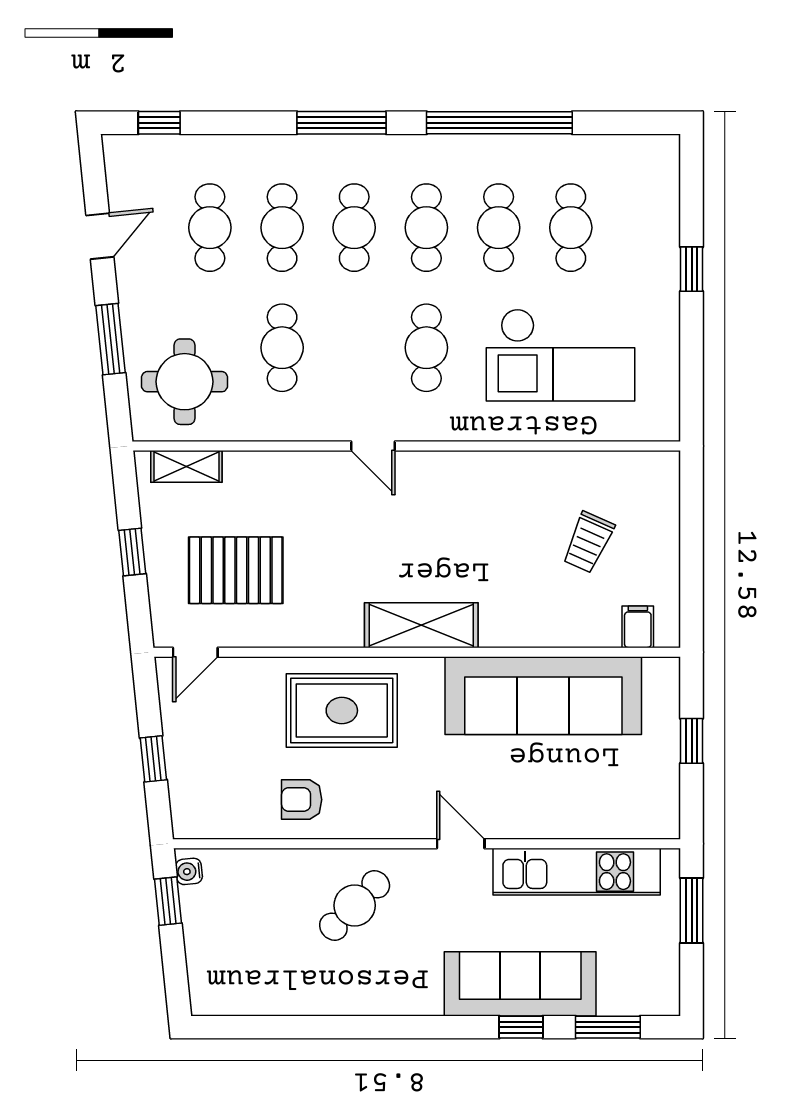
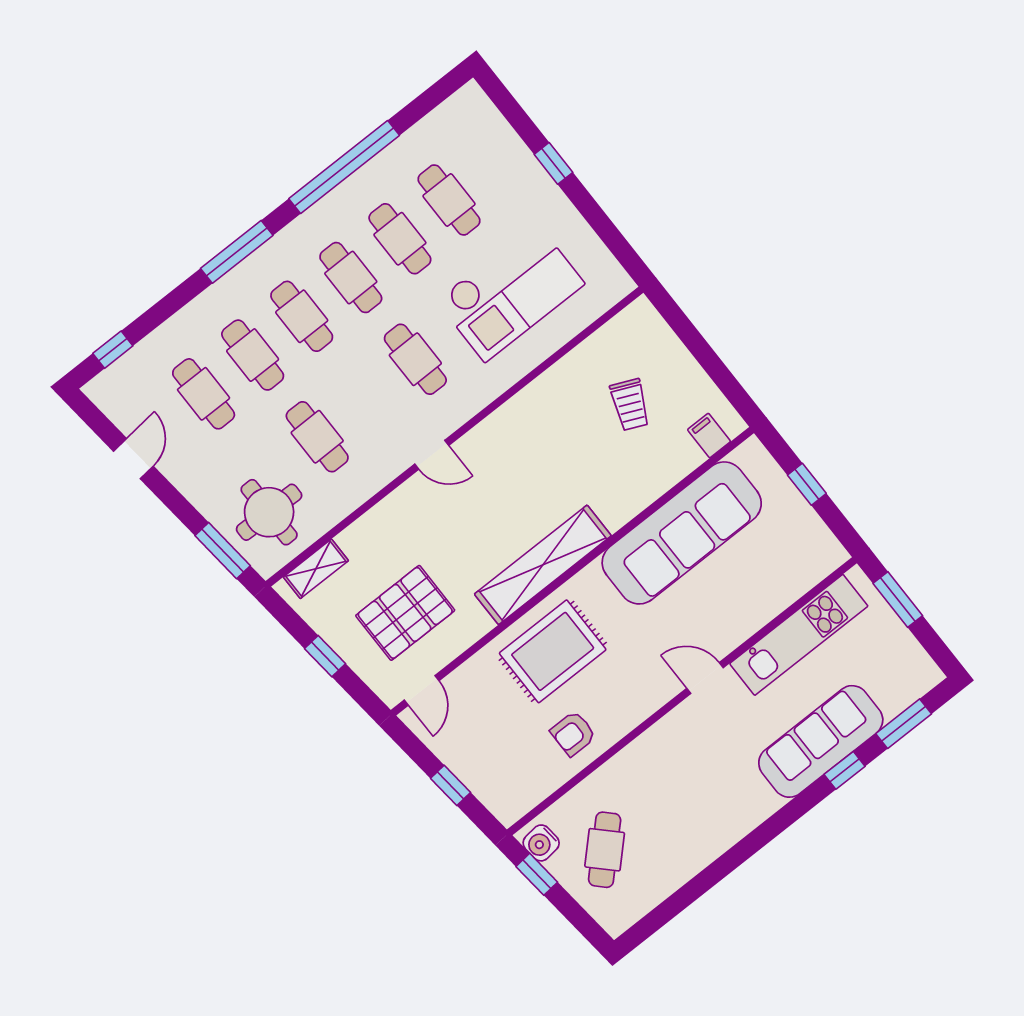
window: (111, 339) -> (223, 551), moved
shelving: (421, 625) -> (543, 565), width x1.47
water cooler: (189, 871) -> (541, 843), width x1.38, depth x1.38
cafe table: (355, 905) -> (605, 850), moved

